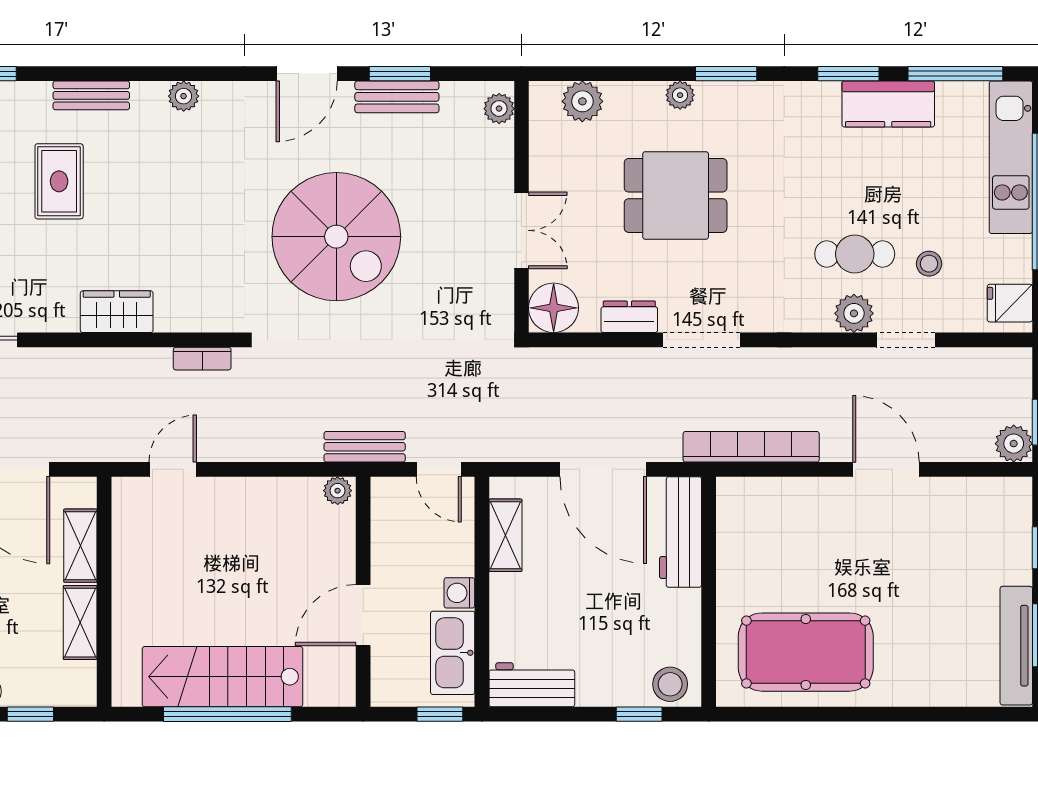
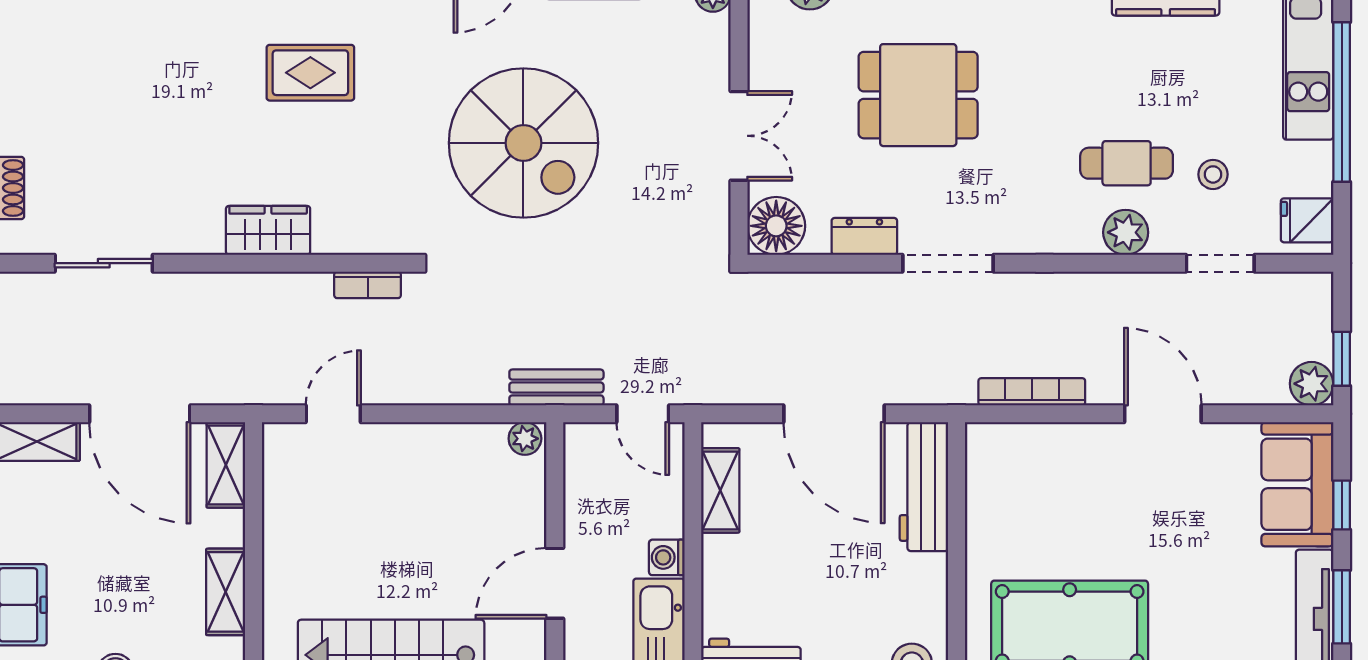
rug: (59, 181) -> (310, 73), moved, turned 90
doorway: (906, 340) -> (1220, 263), moved
bookcase: (751, 447) -> (1032, 392), width x0.68, depth x0.76
sofa: (1002, 530) -> (1297, 484), added
shelving: (80, 546) -> (226, 465), moved

